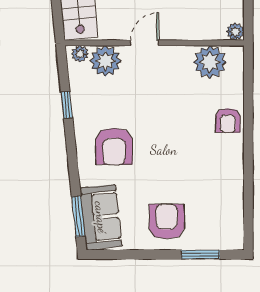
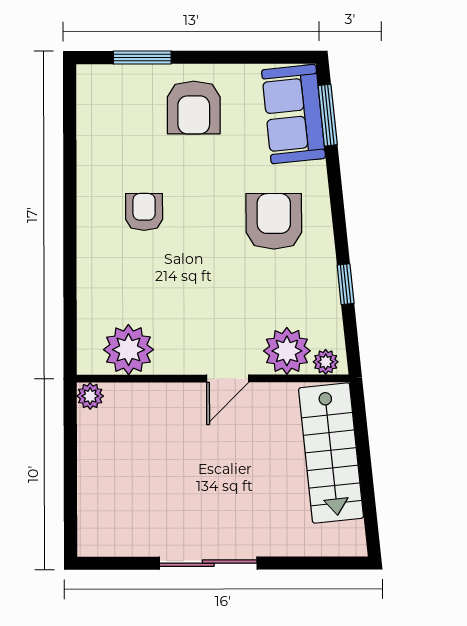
armchair: (228, 121) -> (144, 212), moved

